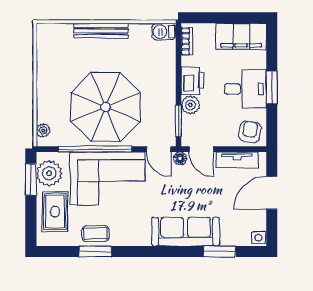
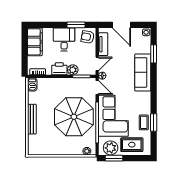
window: (272, 88) -> (76, 25), moved
door: (159, 149) -> (97, 87), hinge flipped

